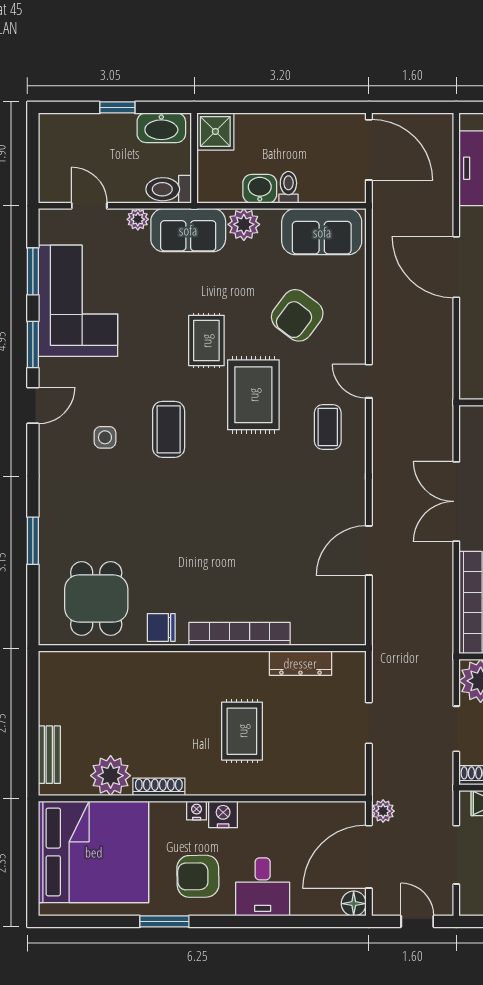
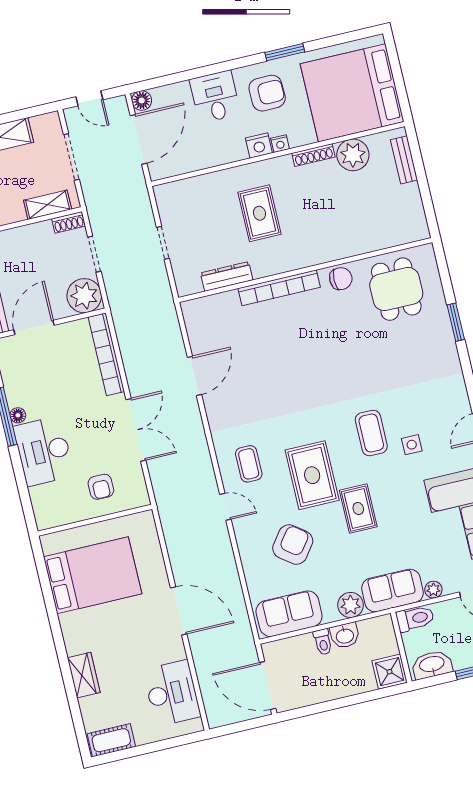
side table: (105, 437) -> (412, 445), moved
plant: (383, 811) -> (136, 177), removed

